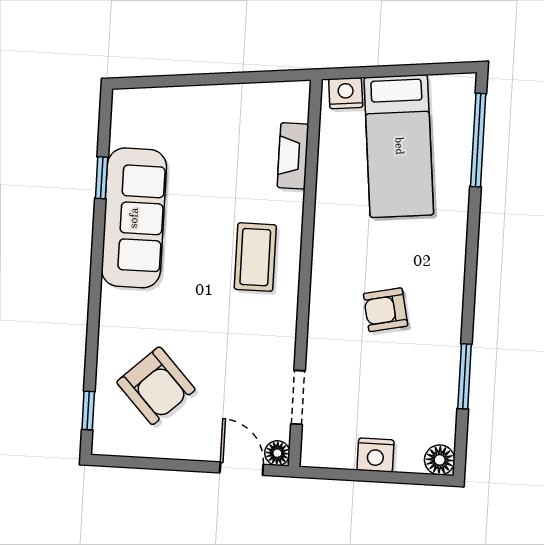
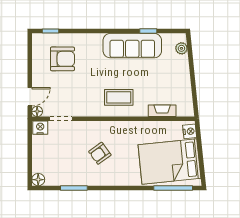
plant: (147, 101) -> (181, 48), added
bed: (399, 146) -> (169, 161), width x1.50
armchair: (386, 310) -> (100, 153), turned -114
armchair: (156, 386) -> (62, 59), turned -137
nightstand: (375, 455) -> (40, 128), moved, turned 90

